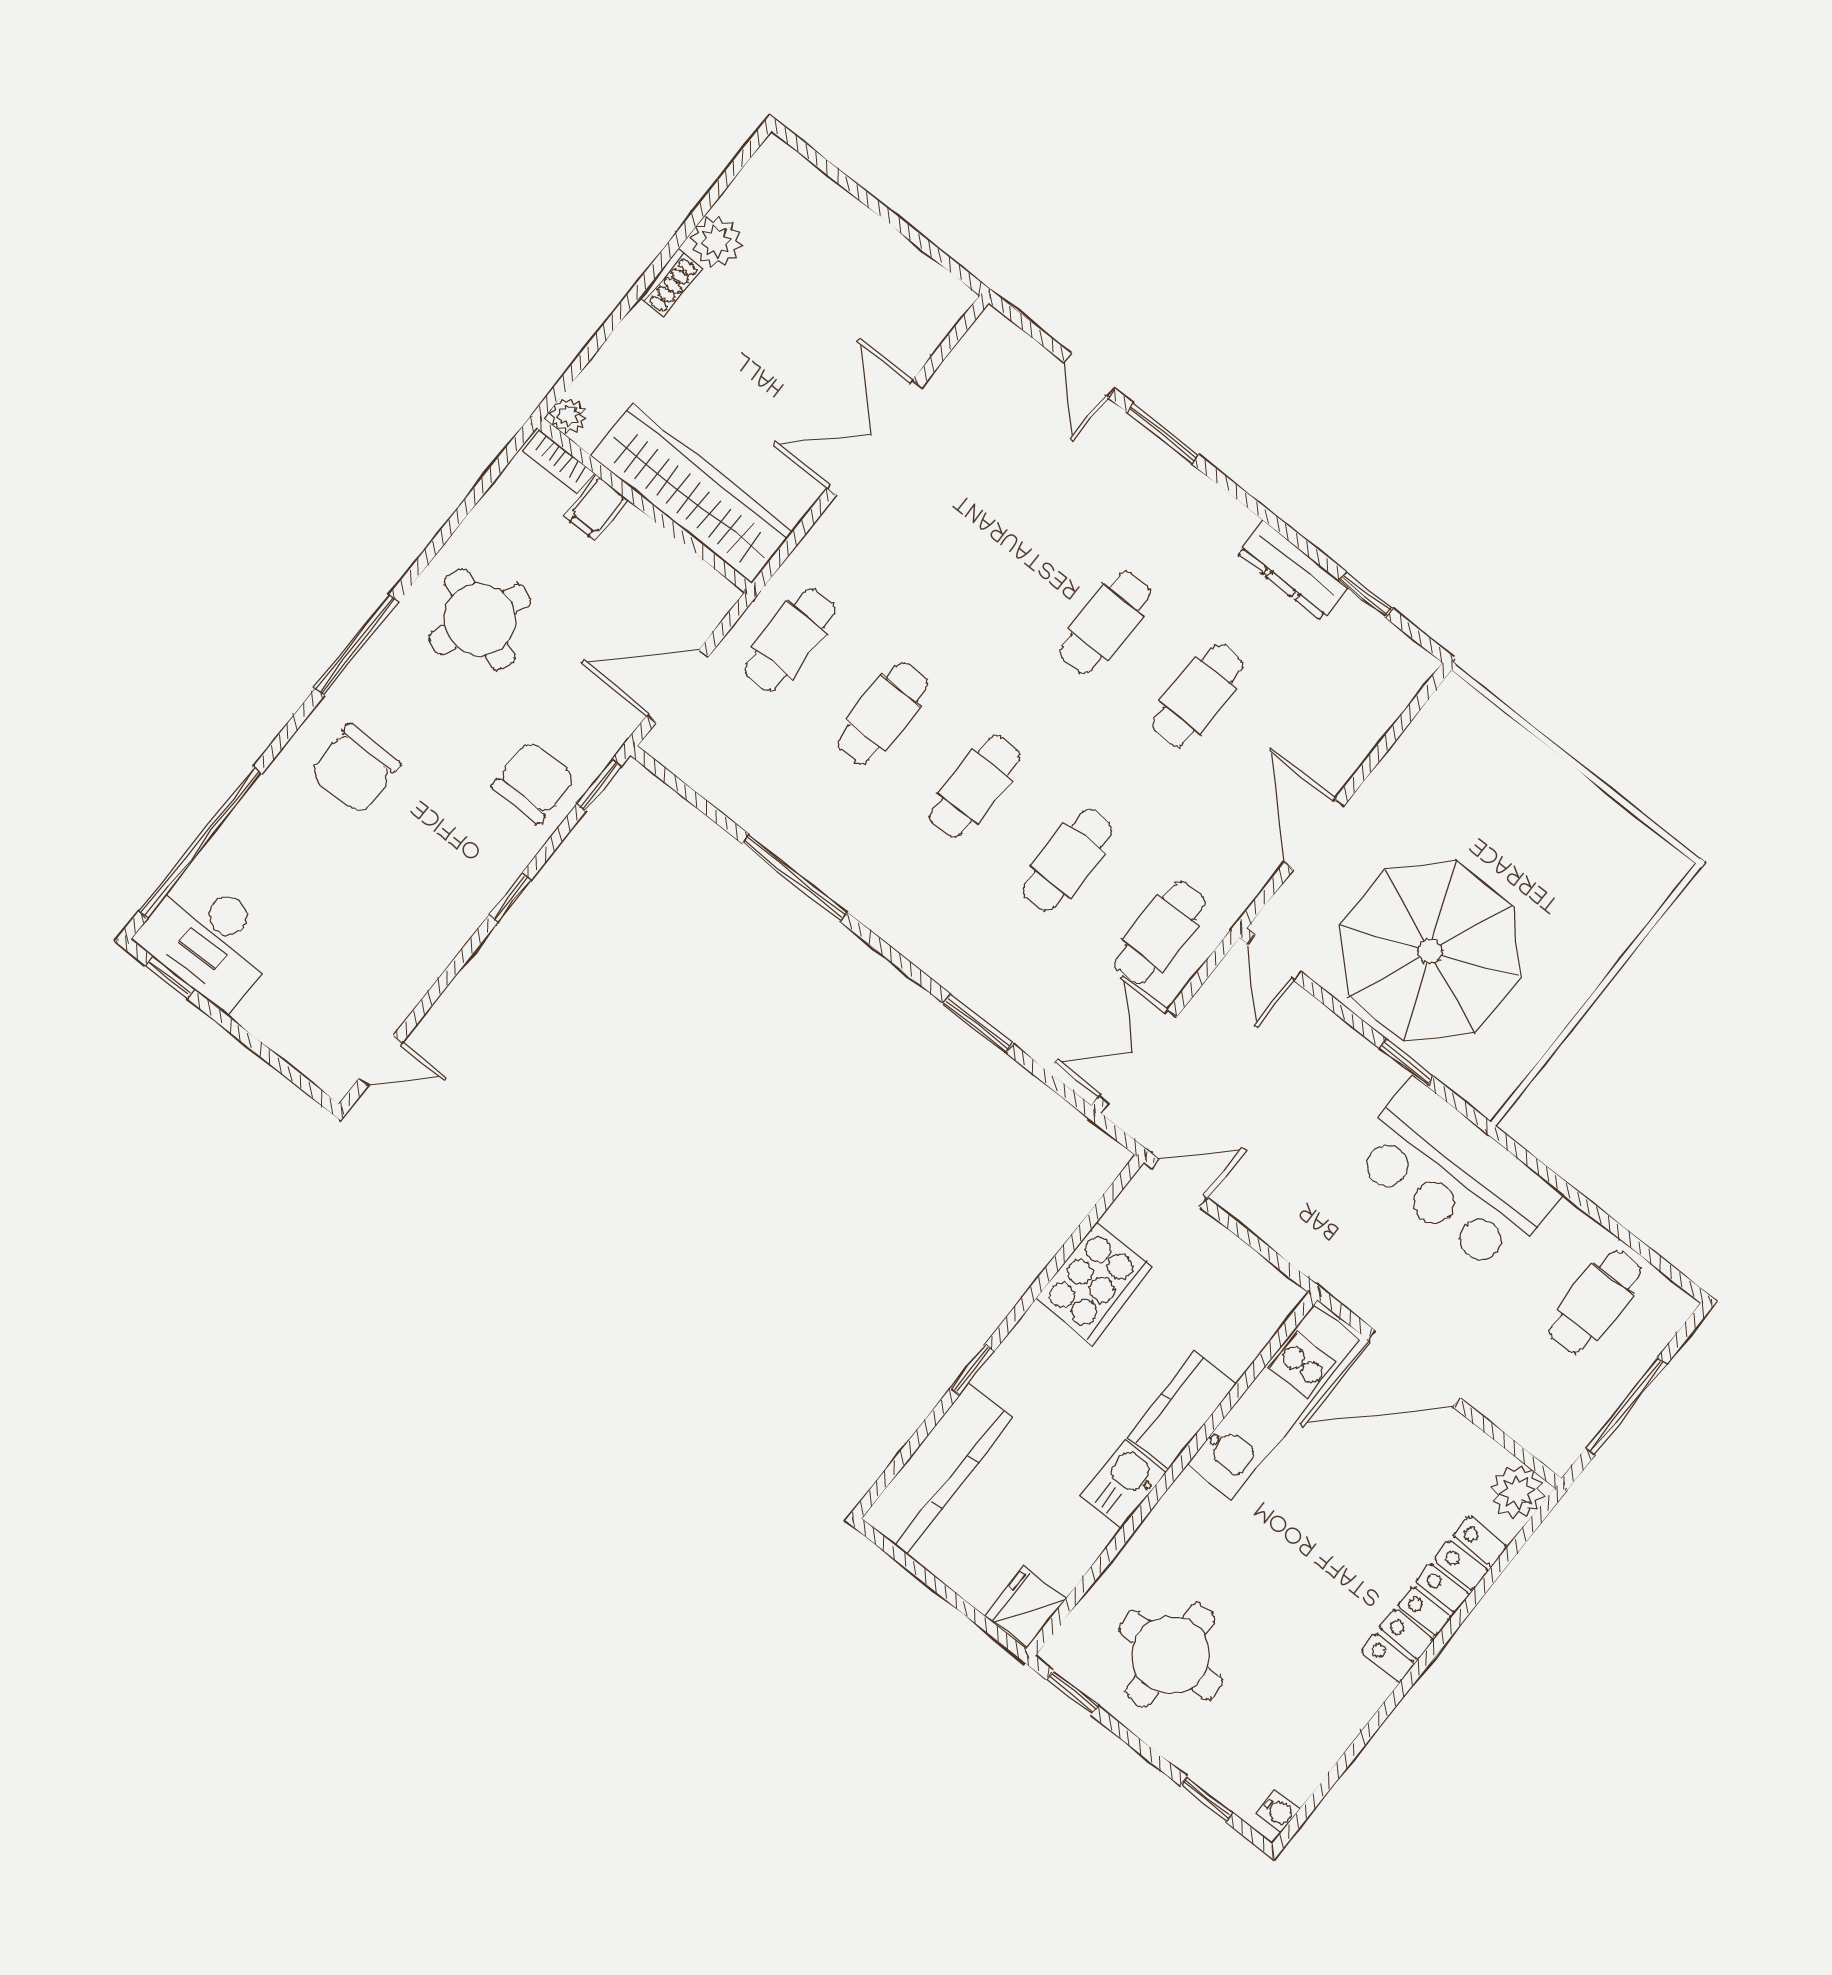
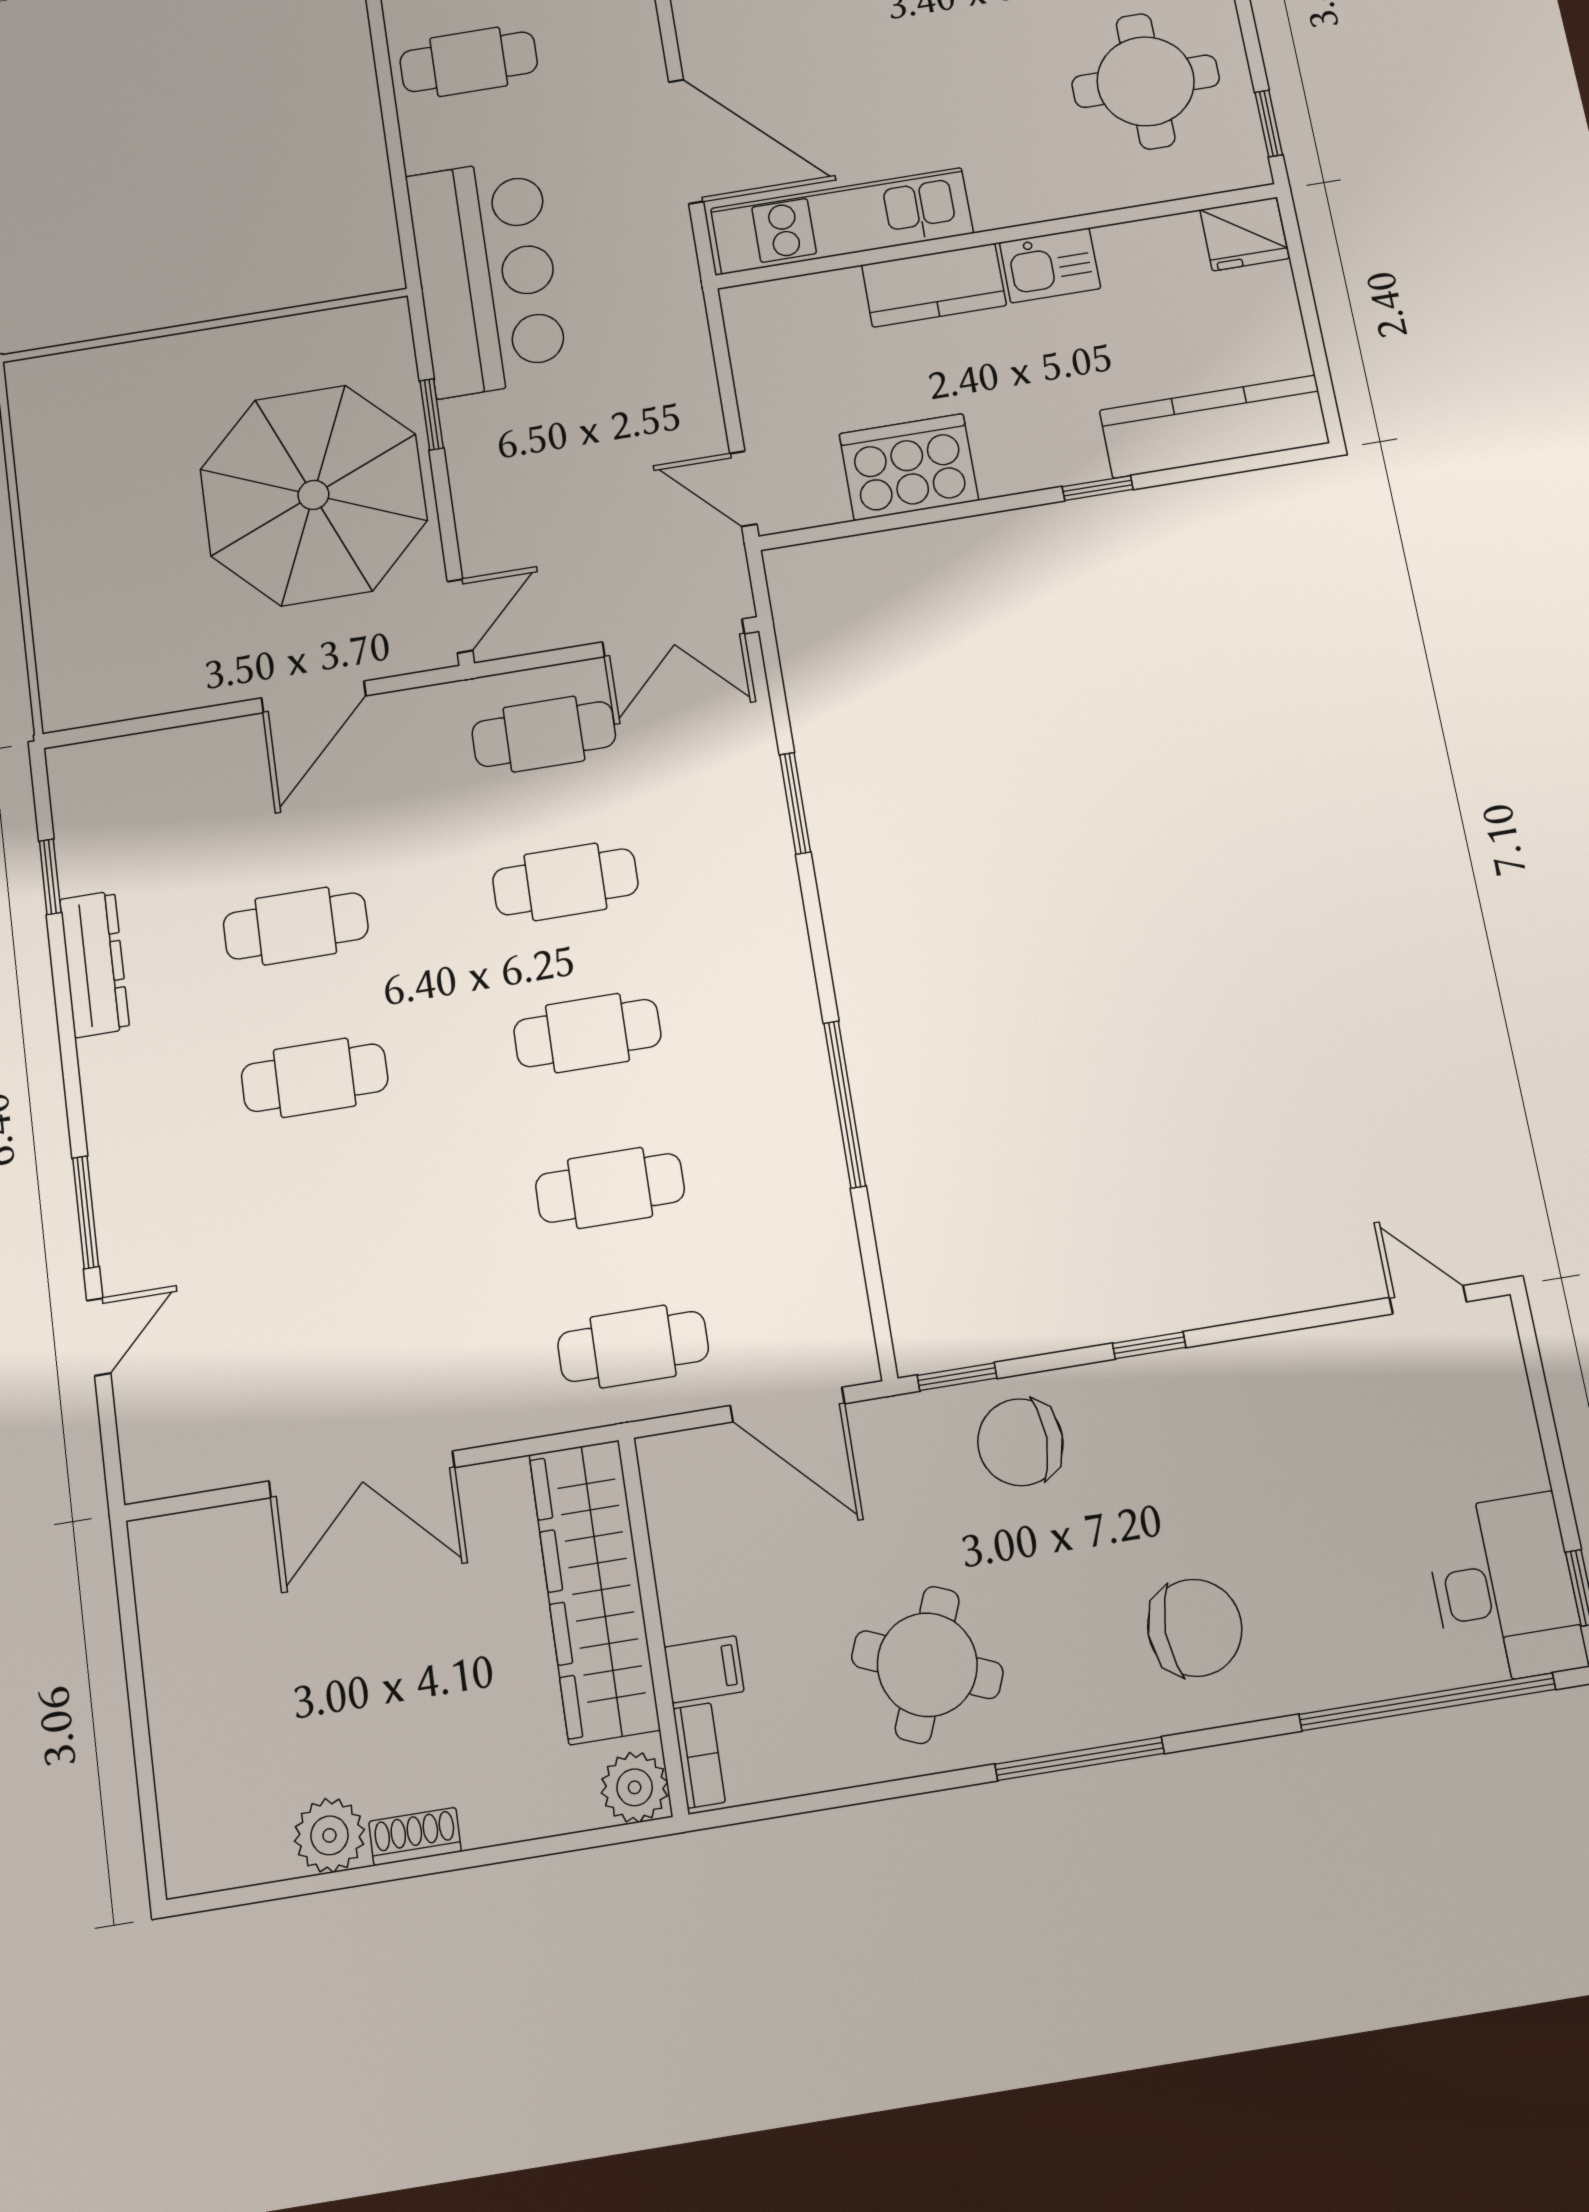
plant: (568, 416) -> (635, 1787), width x1.38, depth x1.38

